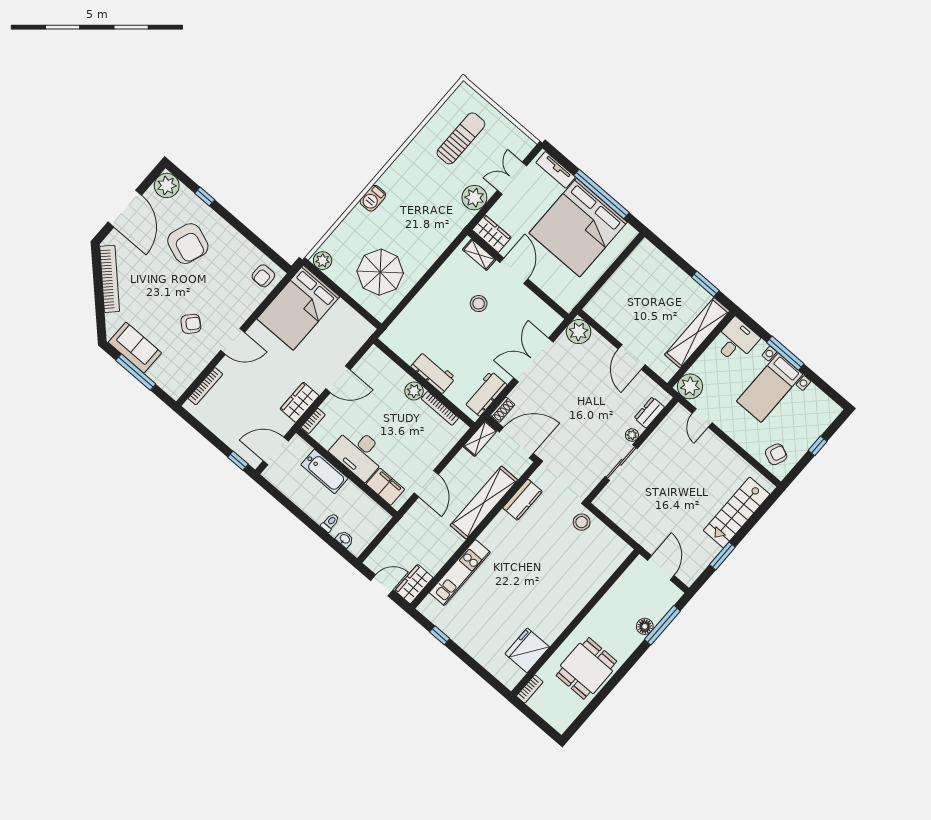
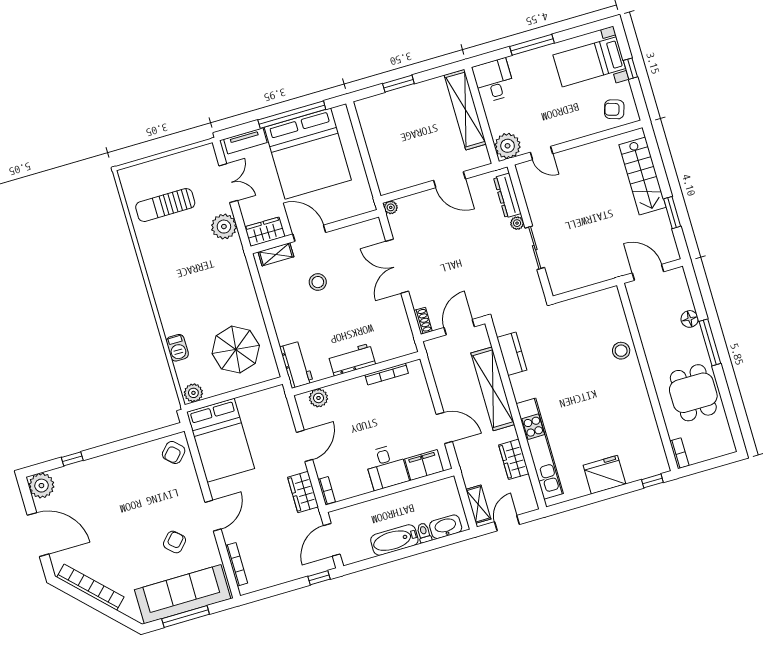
sun lounger: (461, 138) -> (165, 205), turned -90
double door: (512, 178) -> (228, 183), swing flipped
barbecue: (373, 198) -> (177, 348), moved
armchair: (188, 244) -> (103, 500), removed
armchair: (263, 276) -> (174, 453), turned 43
window: (705, 284) -> (398, 84), moved
plant: (579, 332) -> (391, 207), width x0.53, depth x0.53
sofa: (135, 348) -> (183, 594), width x1.85, depth x1.27
bed with nightstands: (770, 388) -> (589, 62), moved, turned 90
plant: (414, 391) -> (319, 398), moved
workbench: (485, 394) -> (296, 365), moved, turned 180
dresser: (649, 413) -> (507, 196), width x1.44
shelving: (480, 439) -> (478, 504), moved
door: (516, 443) -> (459, 327), width x0.73
desk: (359, 453) -> (386, 467), width x0.73
armchair: (776, 454) -> (614, 109), turned -94
bathtub: (324, 471) -> (394, 540), moved, turned 180
stool: (582, 522) -> (621, 351), moved
washbasin: (345, 539) -> (446, 527), width x1.91, depth x1.45
kitchen unit: (460, 573) -> (540, 449), width x1.36
wardrobe: (414, 584) -> (514, 459), moved
window: (662, 625) -> (710, 342), moved
window: (440, 635) -> (652, 481), moved
fridge: (527, 650) -> (604, 475), moved, turned 90

